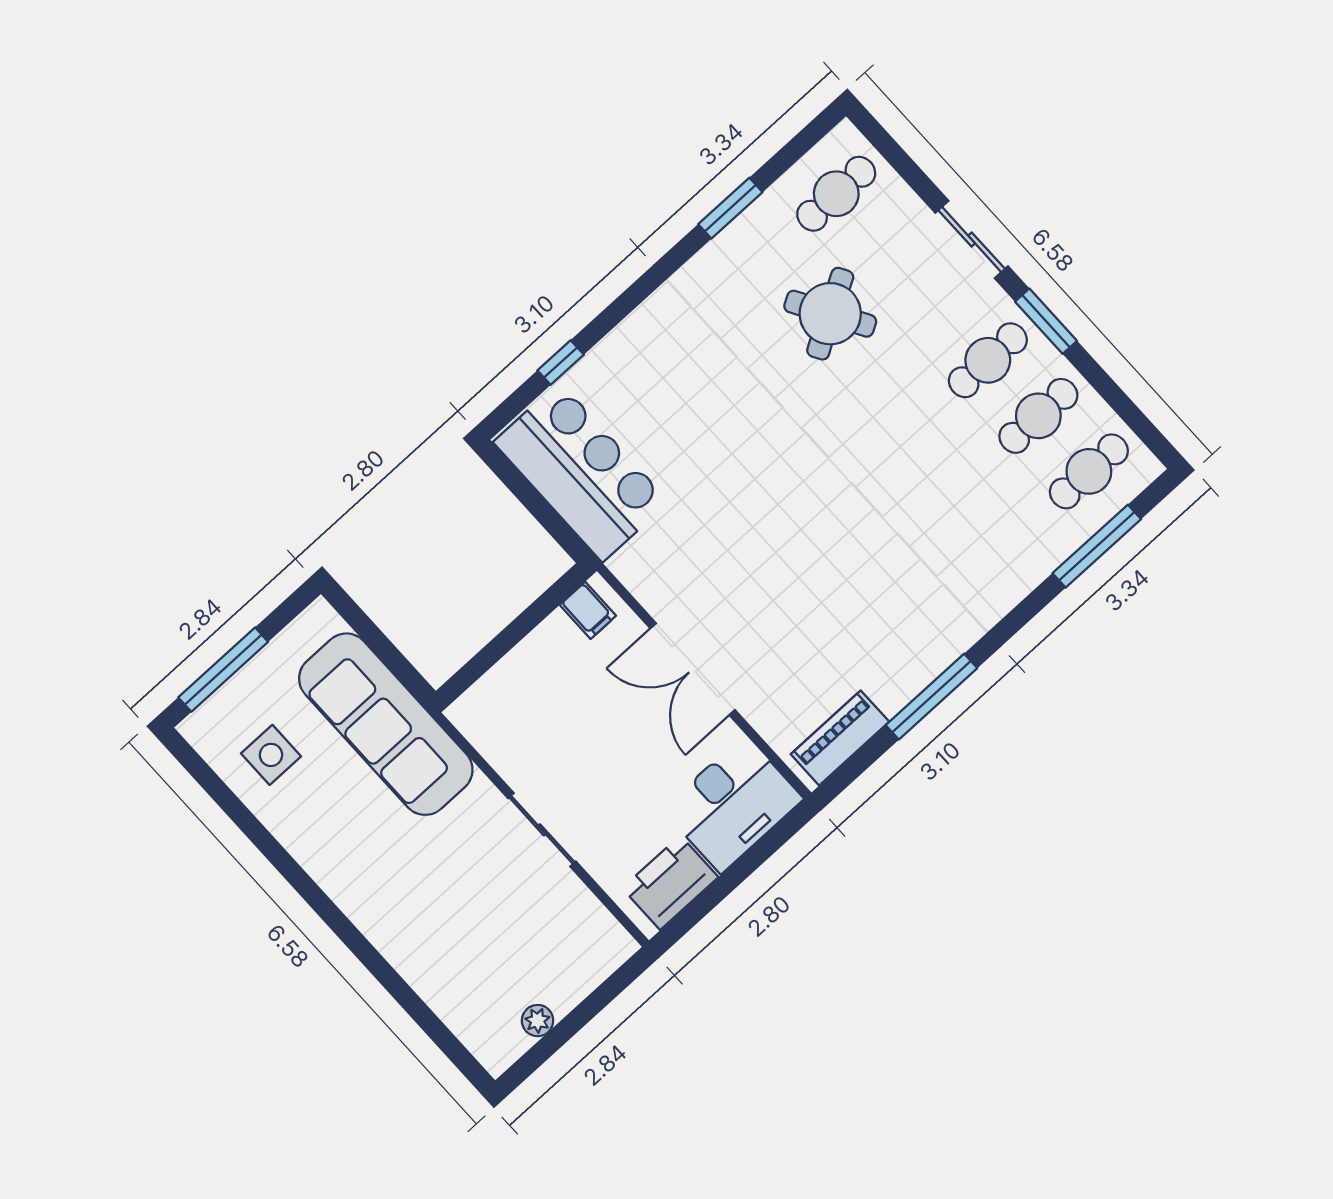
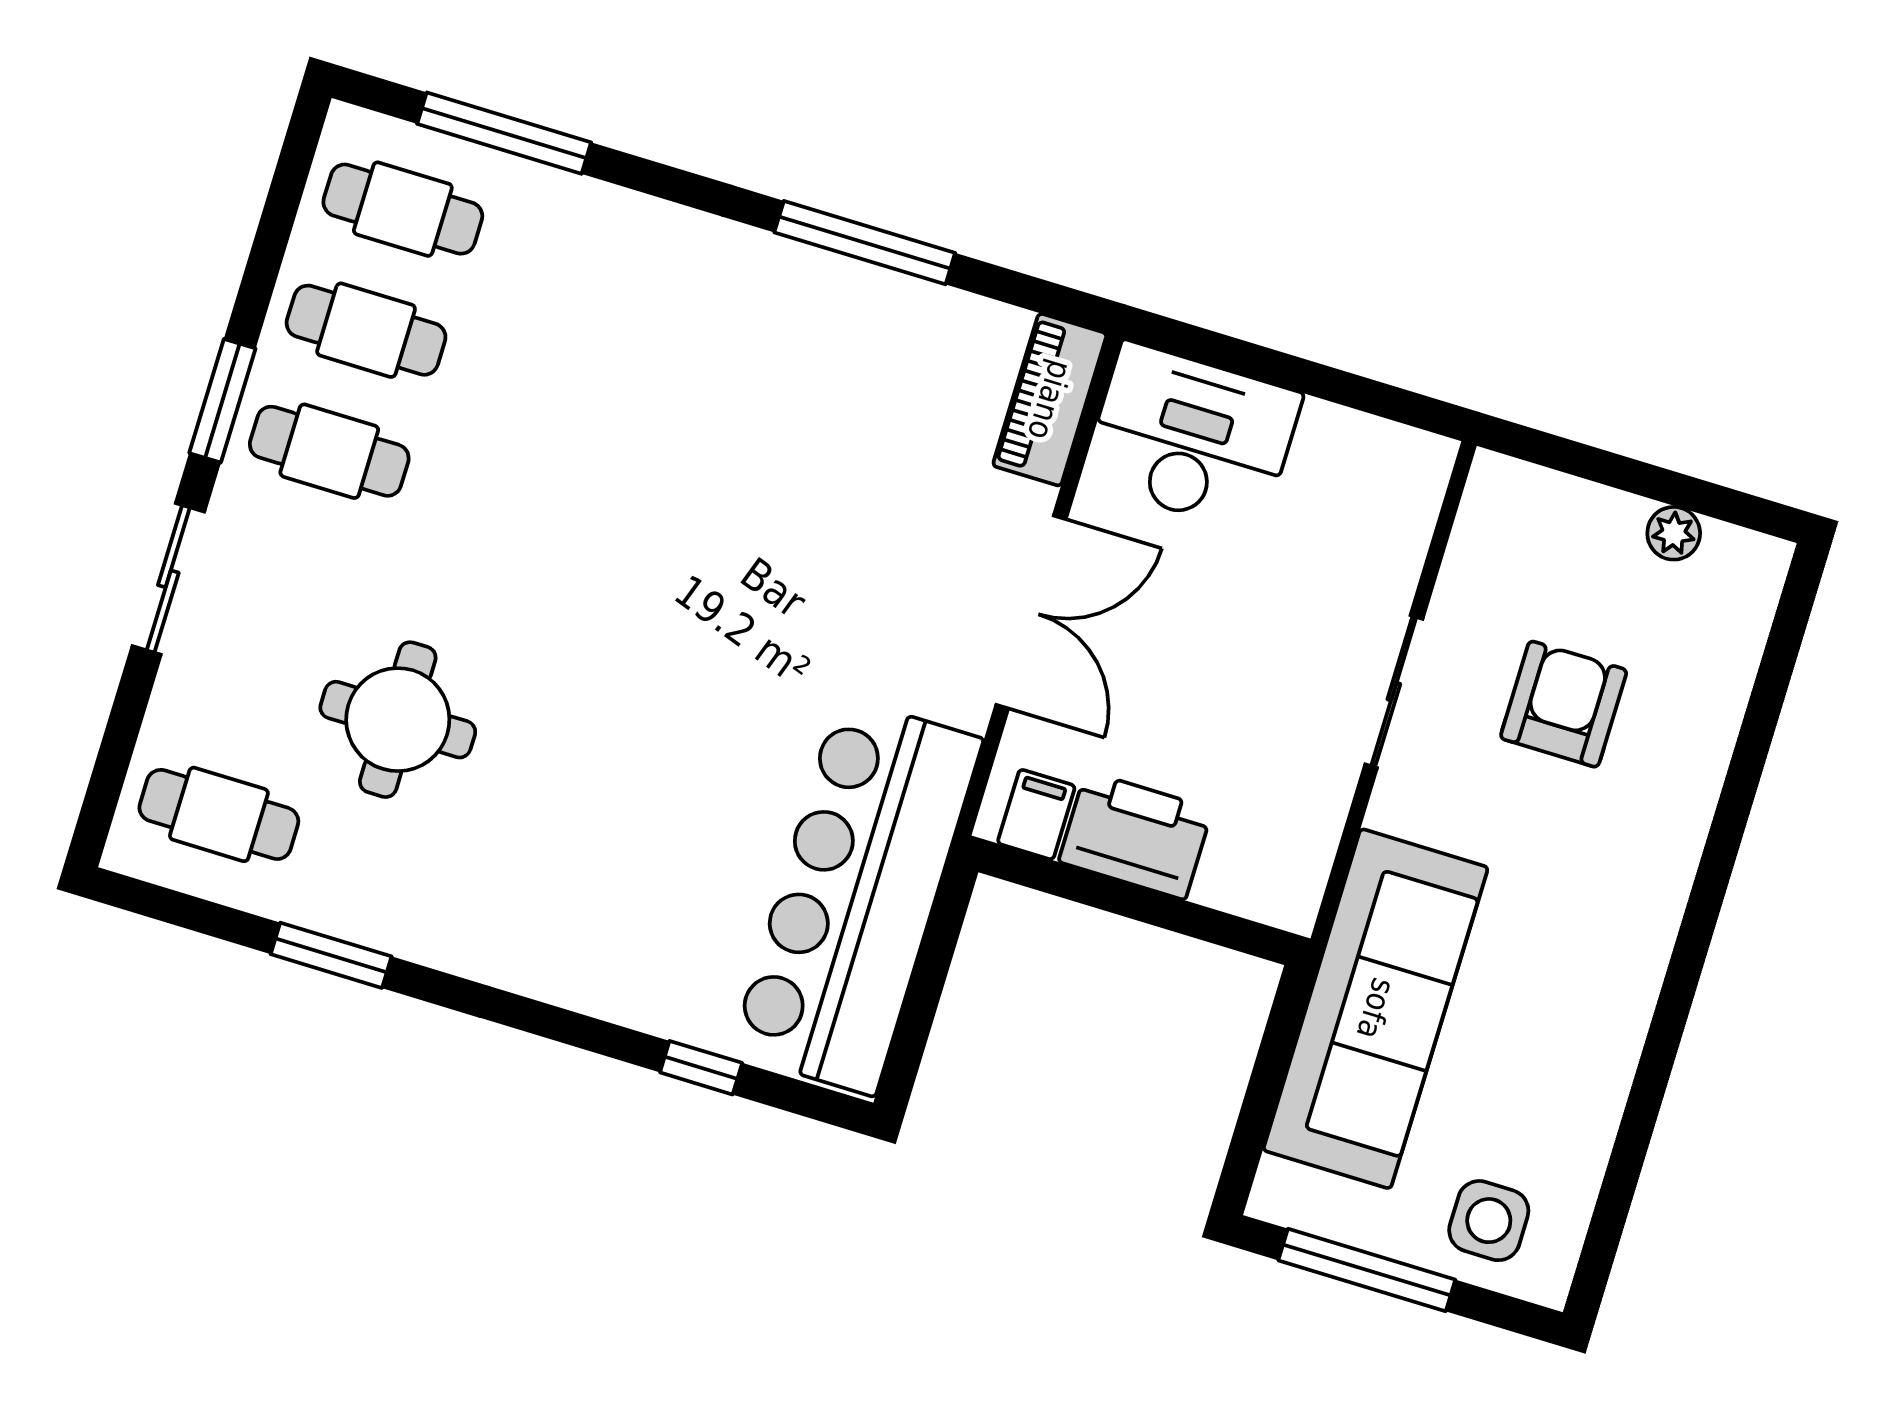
round table: (830, 314) -> (398, 720), turned 30
bar counter: (581, 472) -> (857, 896), width x1.36
window: (223, 670) -> (1367, 1270), moved
piano: (840, 738) -> (1050, 400), moved, turned 90
side table: (271, 755) -> (1489, 1221), moved
printer: (670, 883) -> (1136, 835), moved, turned 180
armchair: (484, 913) -> (1564, 704), added

